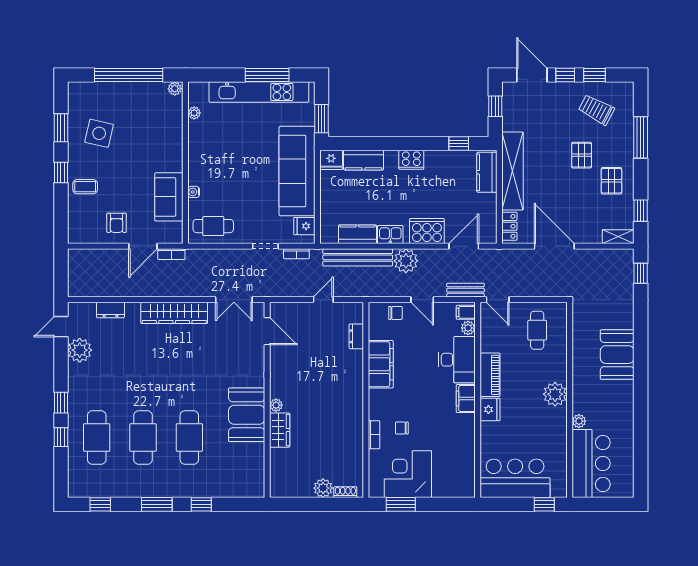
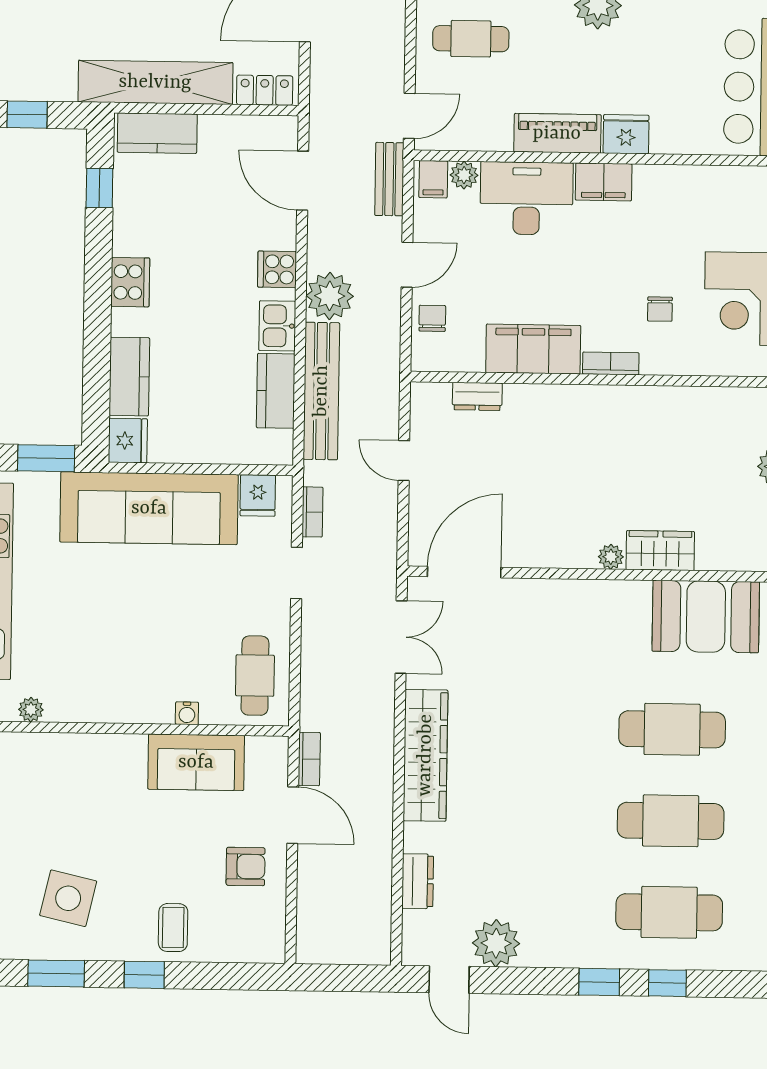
cooker: (427, 231) -> (277, 269), width x0.53, depth x0.76
door: (267, 331) -> (464, 572), width x1.36
booth: (247, 415) -> (706, 617), moved
bookcase: (374, 435) -> (611, 363), moved

